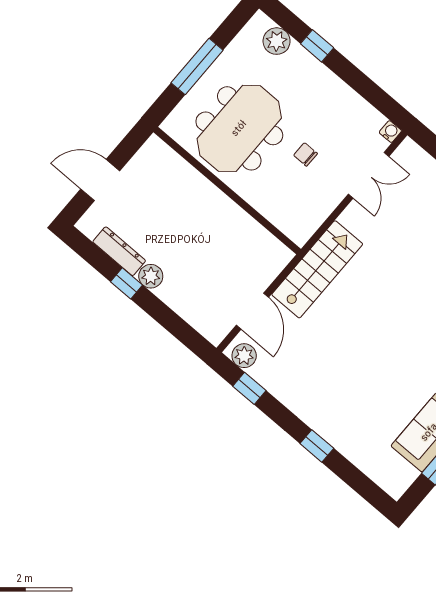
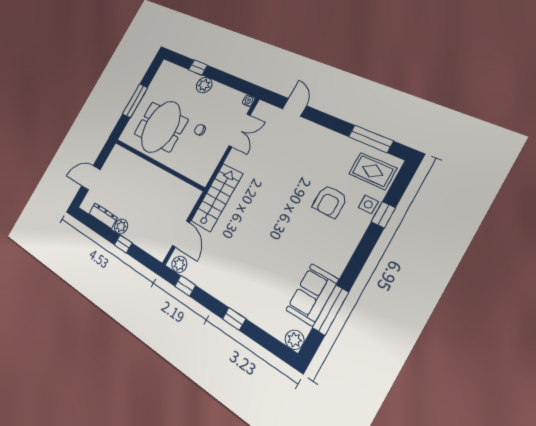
plant: (277, 41) -> (204, 85), moved
window: (127, 283) -> (123, 244), moved
plant: (395, 485) -> (294, 340), added

